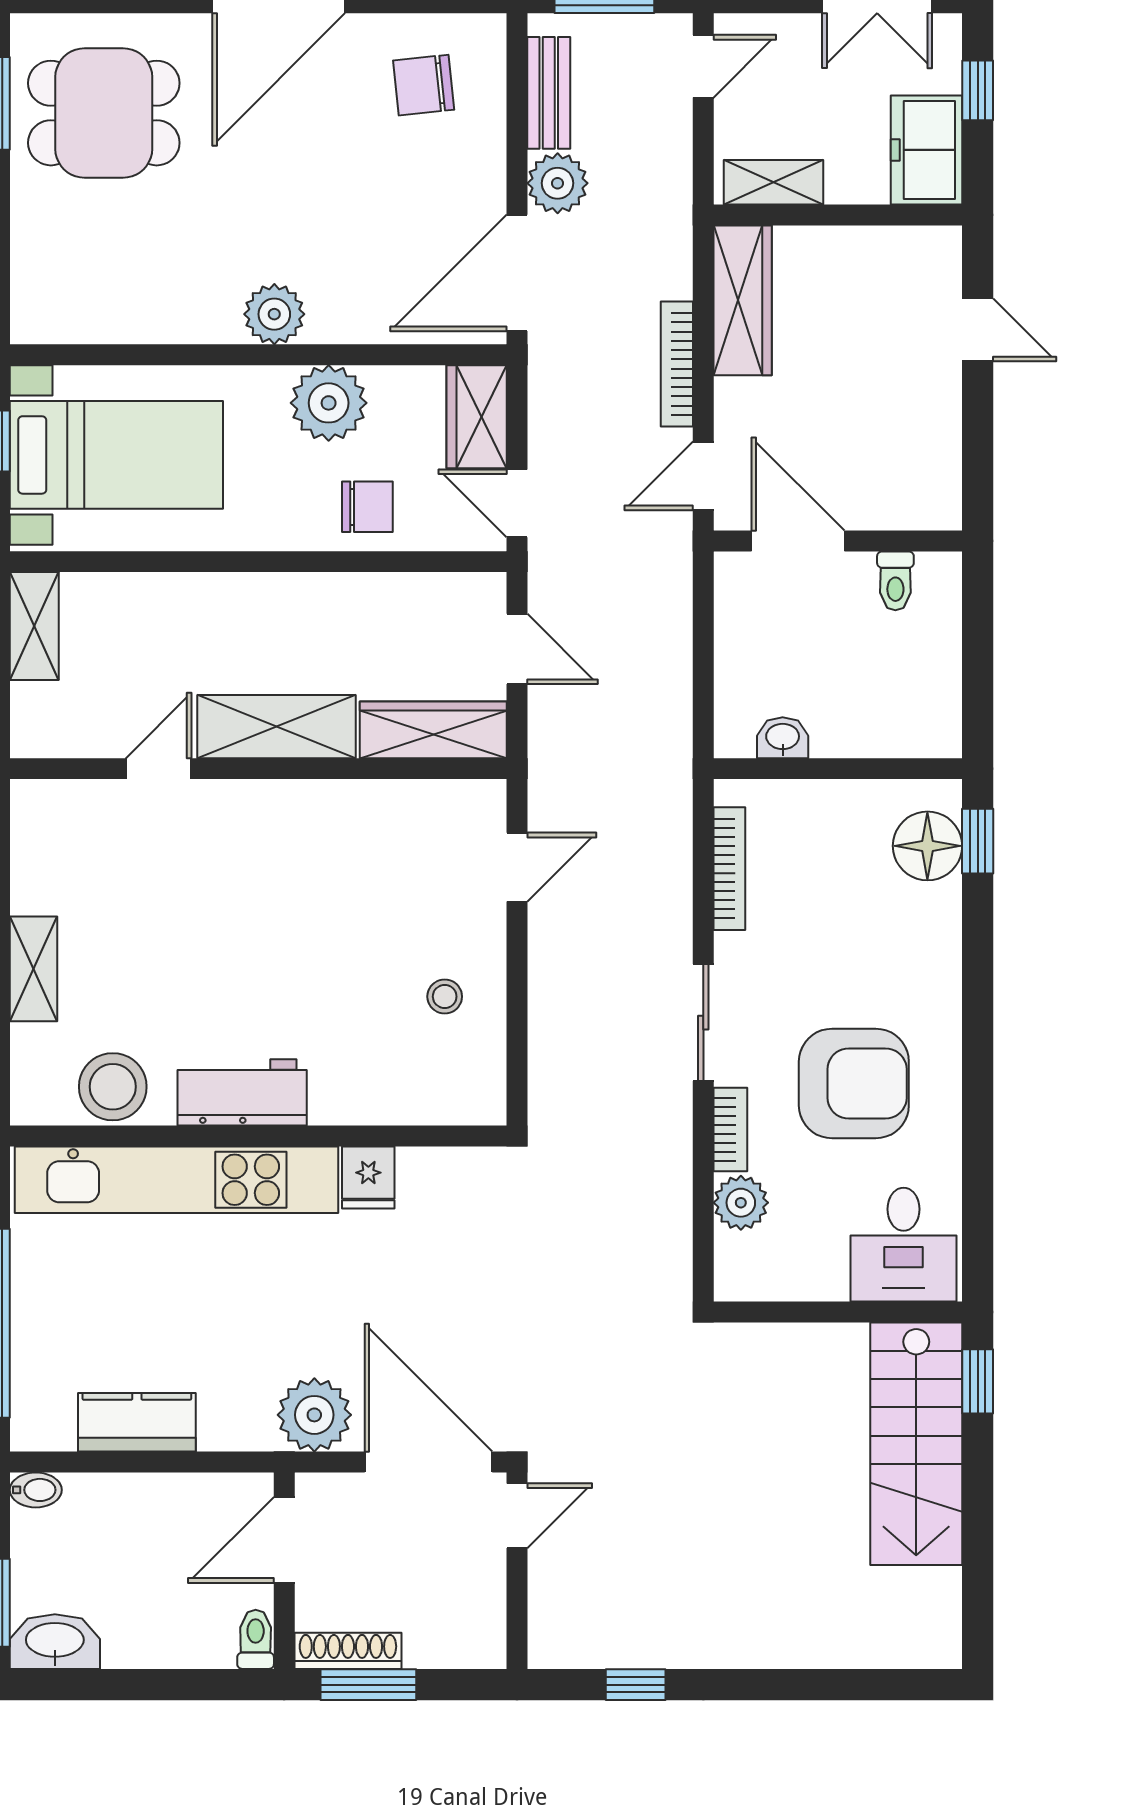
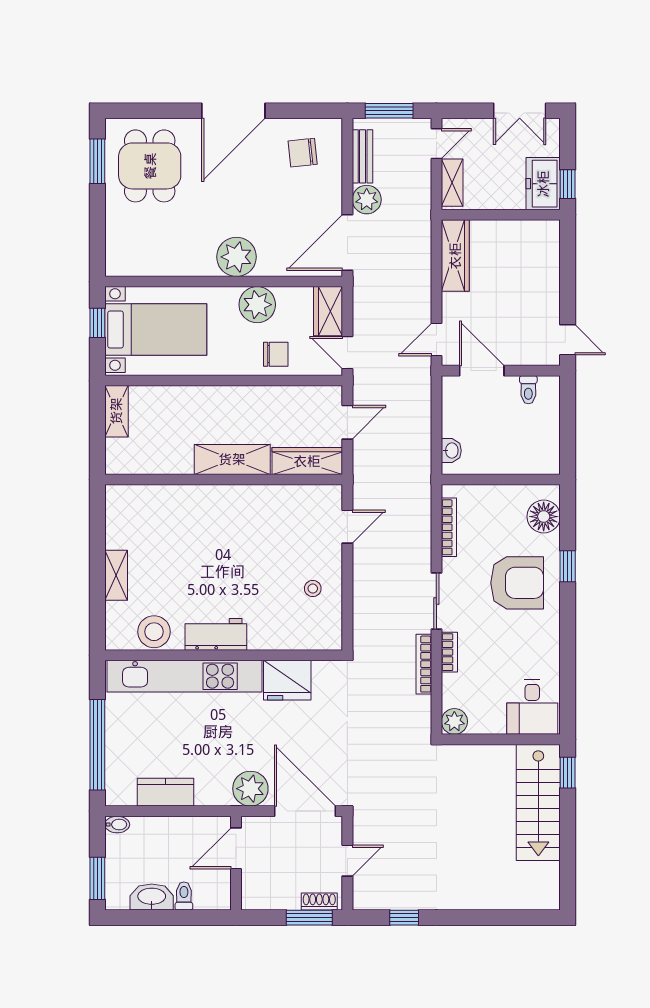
window: (978, 90) -> (568, 184), moved
dining table: (104, 113) -> (150, 166), turned 90
shelving: (773, 182) -> (452, 183), moved, turned 90
plant: (274, 314) -> (237, 257), width x1.36, depth x1.36
door: (978, 330) -> (568, 340), moved
bookcase: (677, 364) -> (424, 664), moved
door: (517, 649) -> (347, 422), hinge flipped
washbasin: (783, 738) -> (451, 451), moved, turned 90
door: (159, 769) -> (176, 480), removed
window: (978, 841) -> (568, 566), moved
armchair: (854, 1083) -> (517, 583), moved
fridge: (368, 1178) -> (287, 680), width x1.88, depth x1.34
plant: (741, 1203) -> (454, 721), moved
door: (517, 1516) -> (347, 861), moved
toilet: (256, 1639) -> (184, 896), moved
washbasin: (55, 1642) -> (152, 897), moved
shoe rack: (348, 1651) -> (319, 901), moved, width x0.70
window: (368, 1685) -> (309, 918), moved

